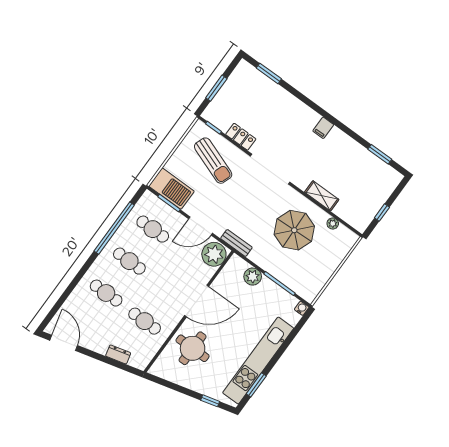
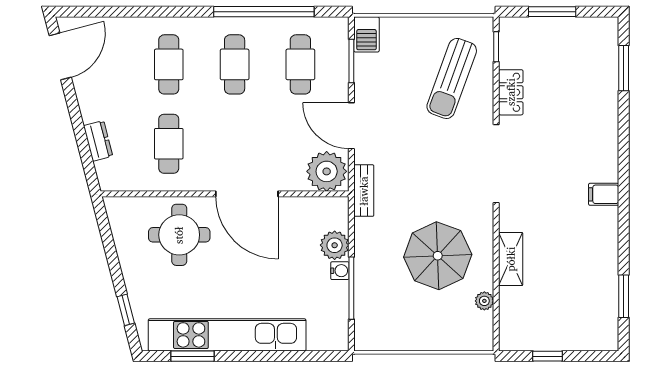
barbecue: (171, 189) -> (366, 34), width x0.53, depth x0.65
water cooler: (302, 308) -> (340, 271), moved

